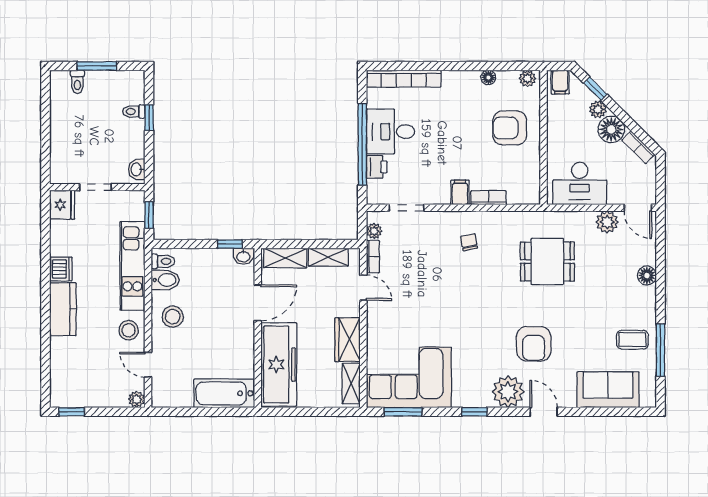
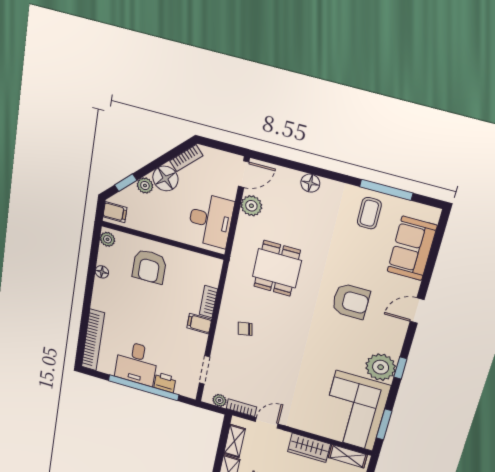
plant: (508, 392) -> (381, 367), moved

